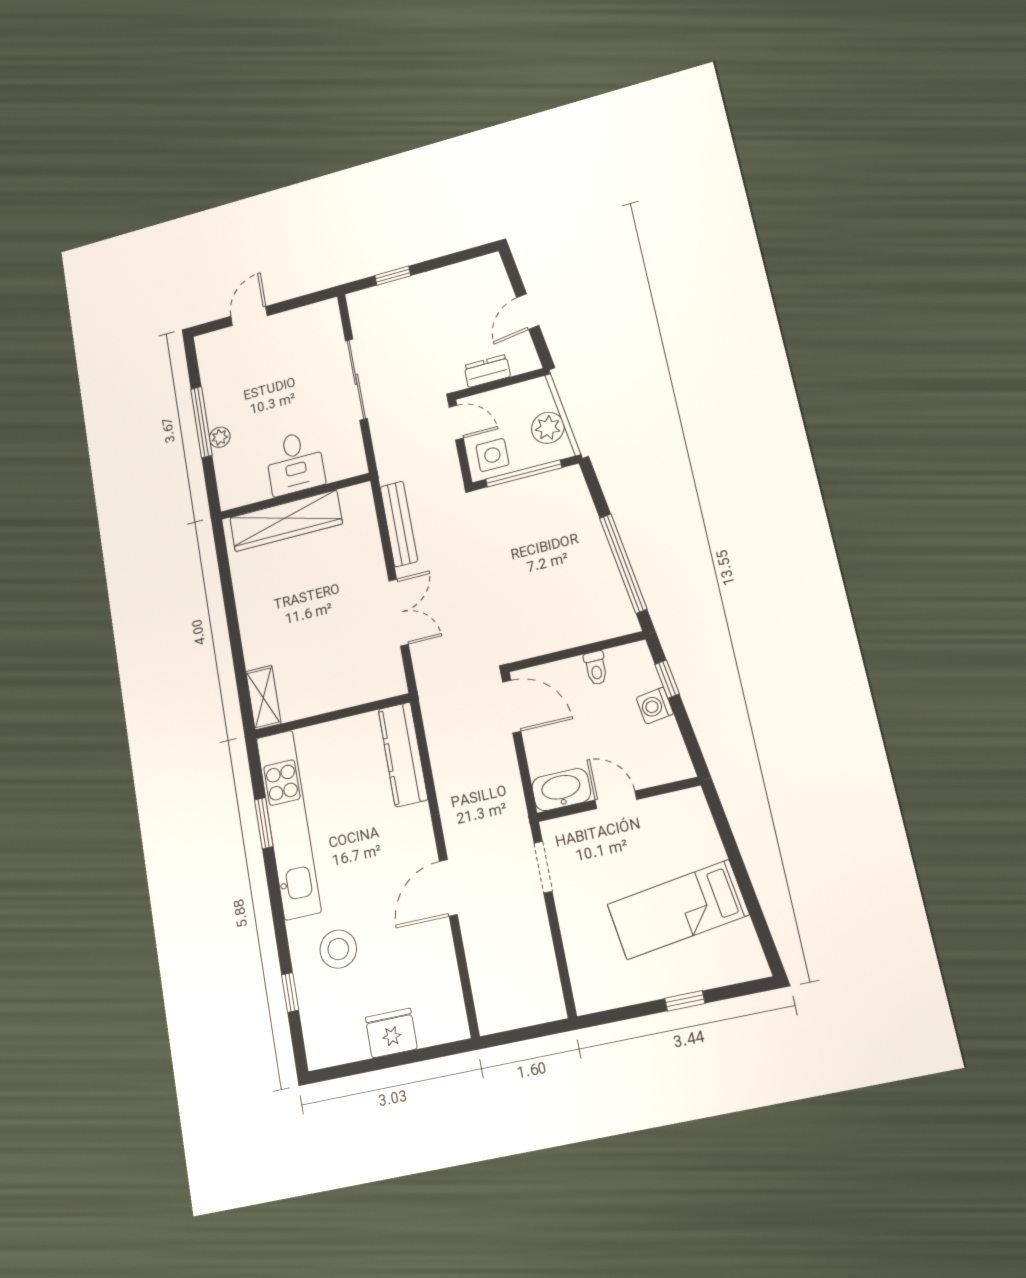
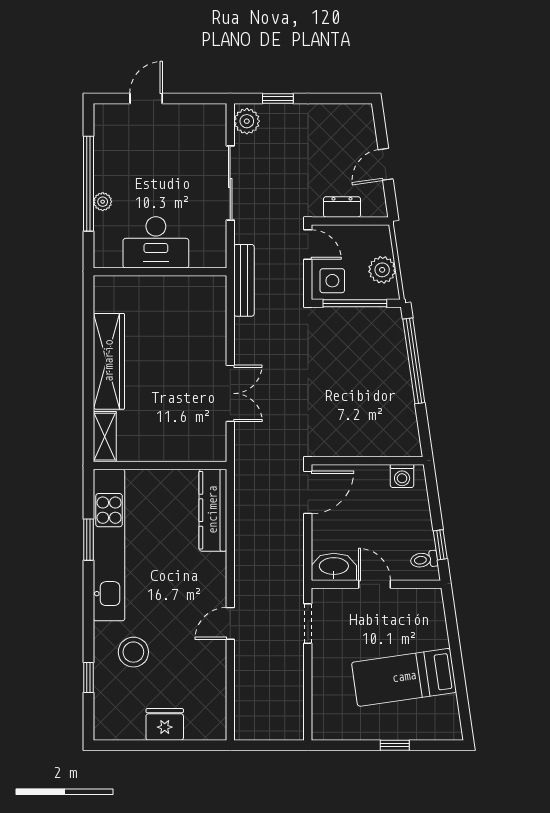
plant: (363, 309) -> (247, 121), added
window: (201, 422) -> (89, 184), width x1.46
desk: (295, 463) -> (156, 242), width x1.37
wardrobe: (286, 521) -> (109, 361), moved, turned -90
bench: (399, 524) -> (244, 280), moved
window: (623, 563) -> (414, 361), moved
toilet: (596, 668) -> (424, 560), moved, turned 82
window: (667, 679) -> (440, 545), moved
washing machine: (655, 706) -> (402, 476), moved, turned -82
door: (512, 707) -> (308, 492), hinge flipped
door: (448, 888) -> (230, 623), width x0.73

